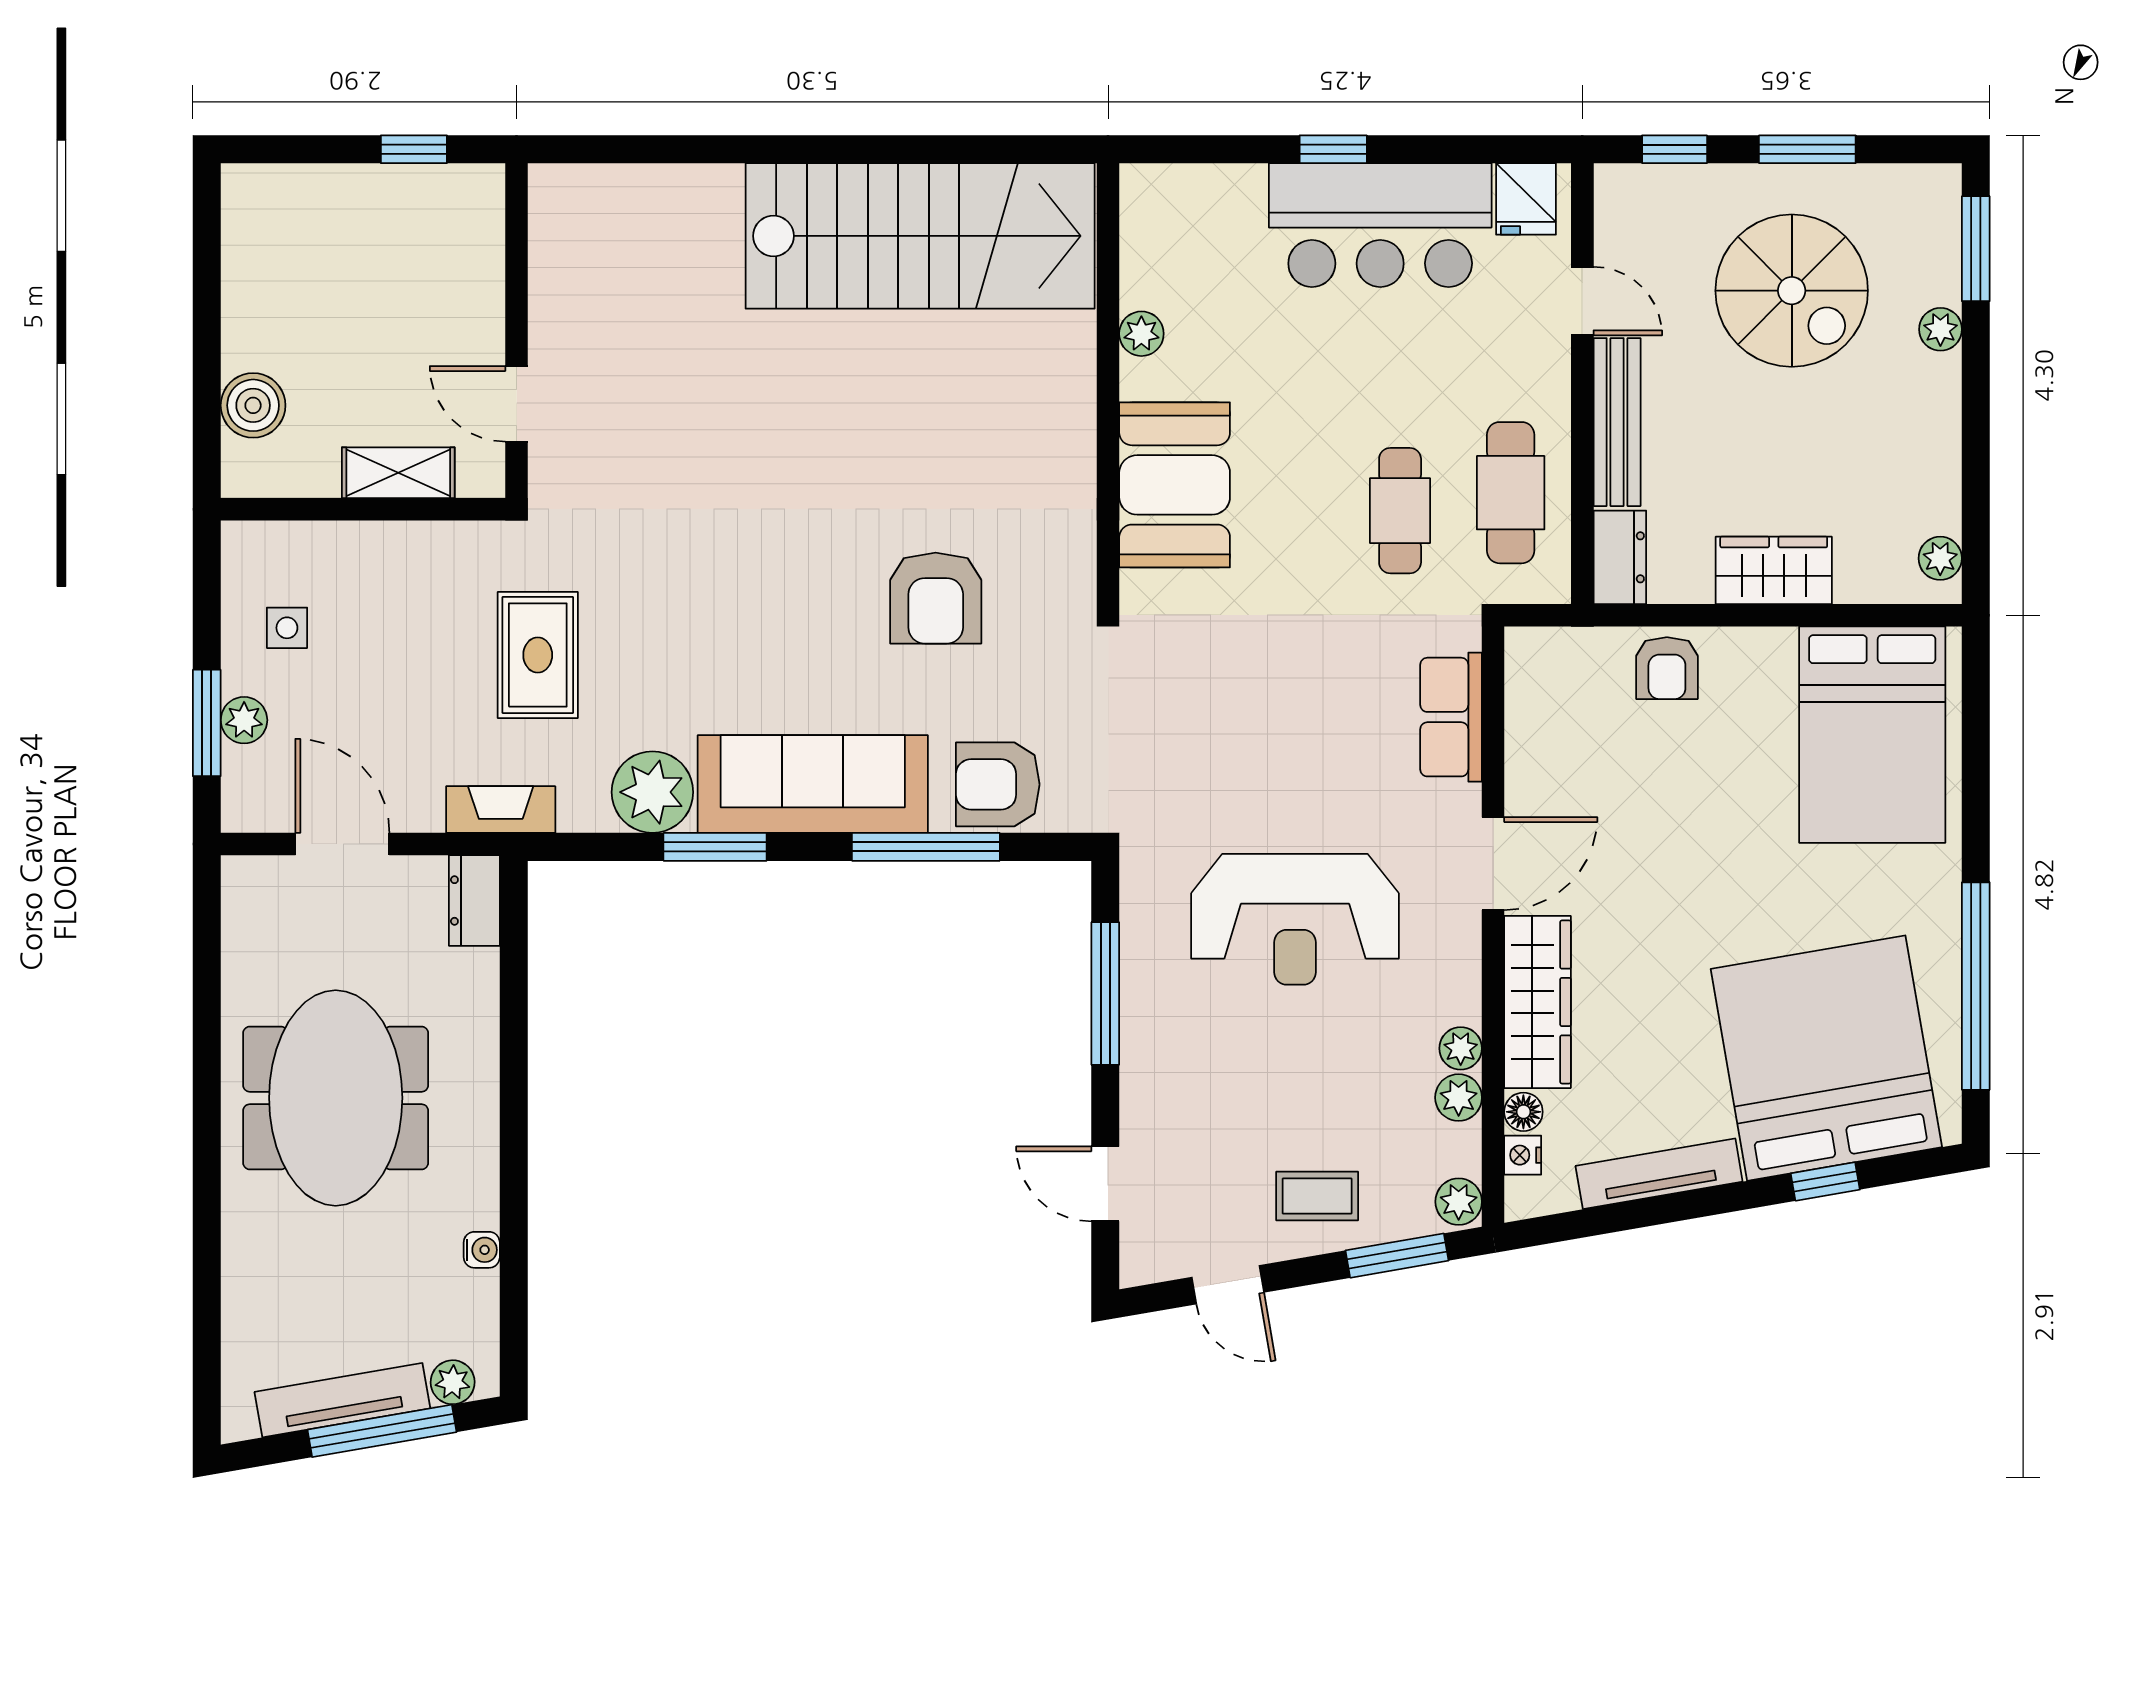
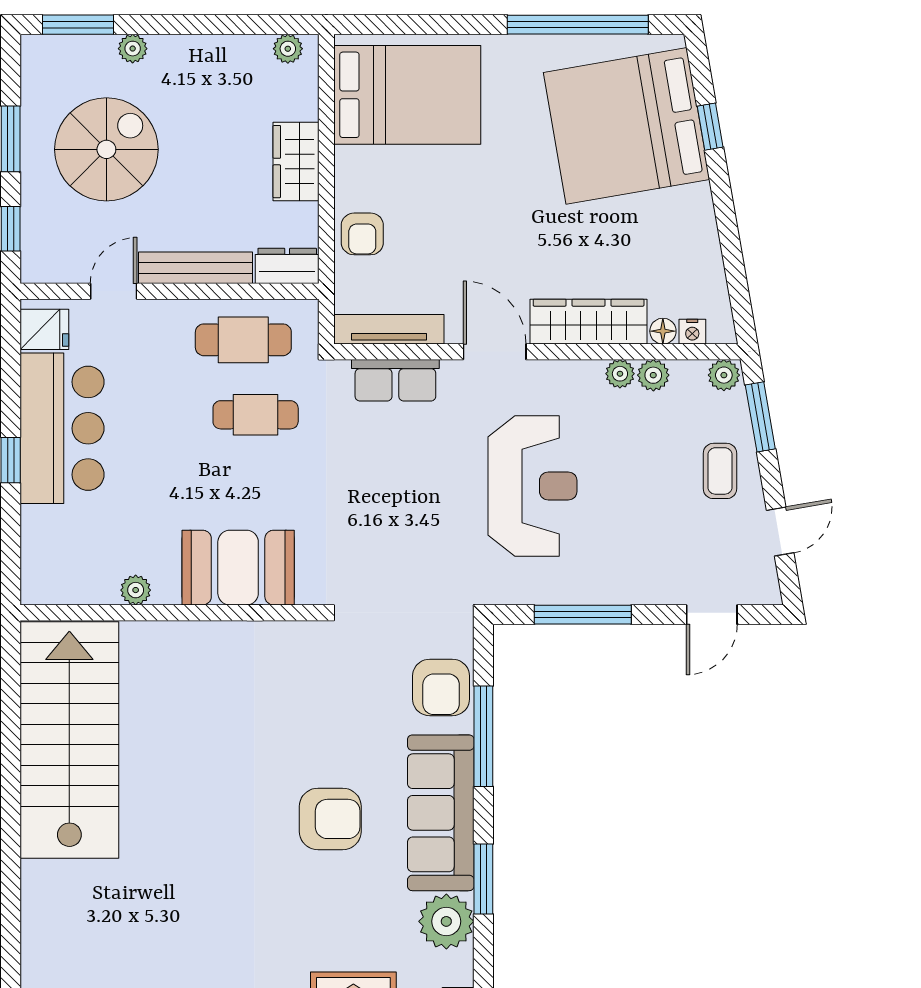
armchair: (936, 598) -> (330, 819), moved
armchair: (1667, 668) -> (362, 234), turned 90
tv unit: (1659, 1174) -> (389, 329), moved, turned 100

